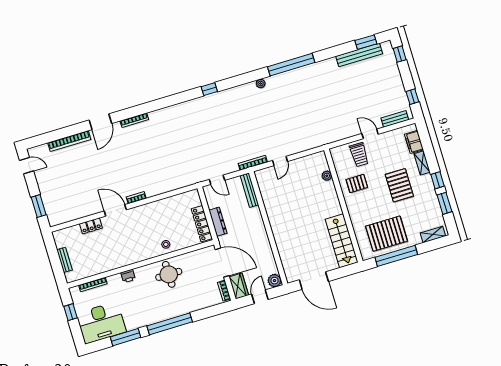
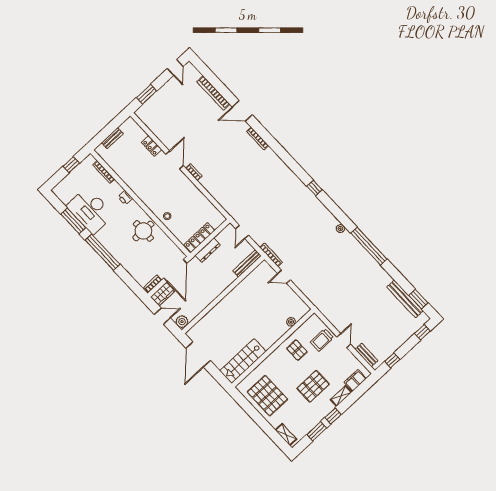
window: (396, 256) -> (253, 413), removed
desk: (101, 323) -> (90, 210), moved

